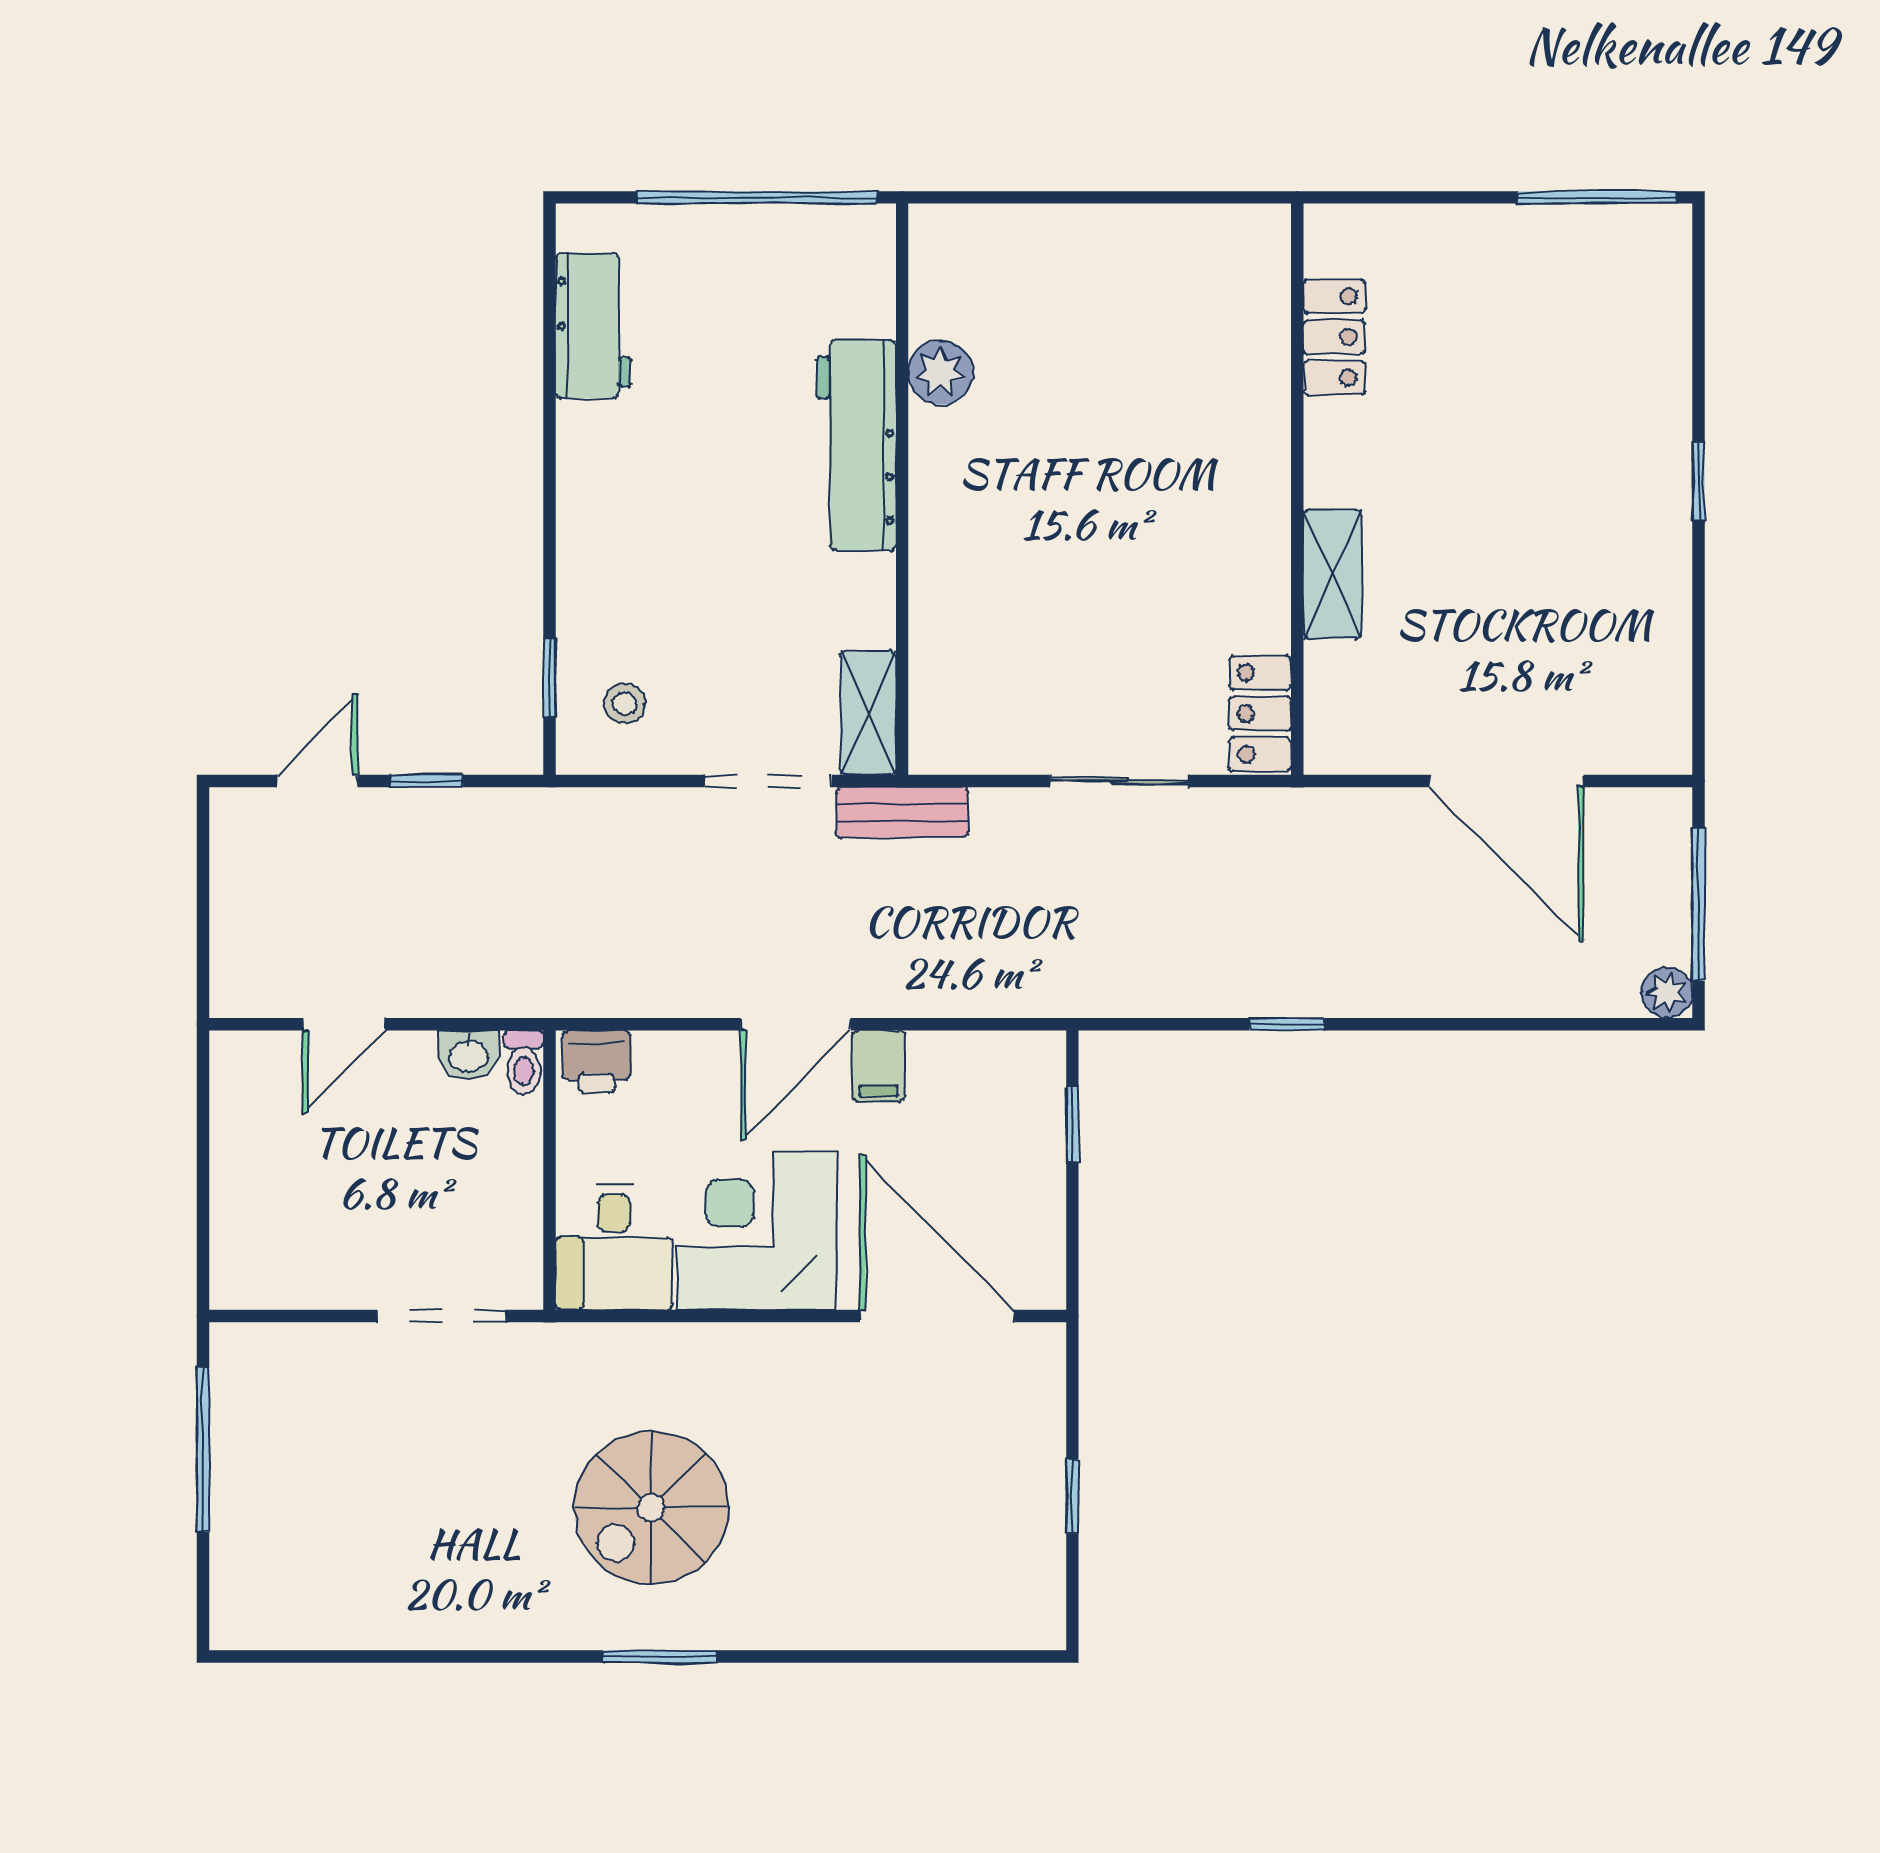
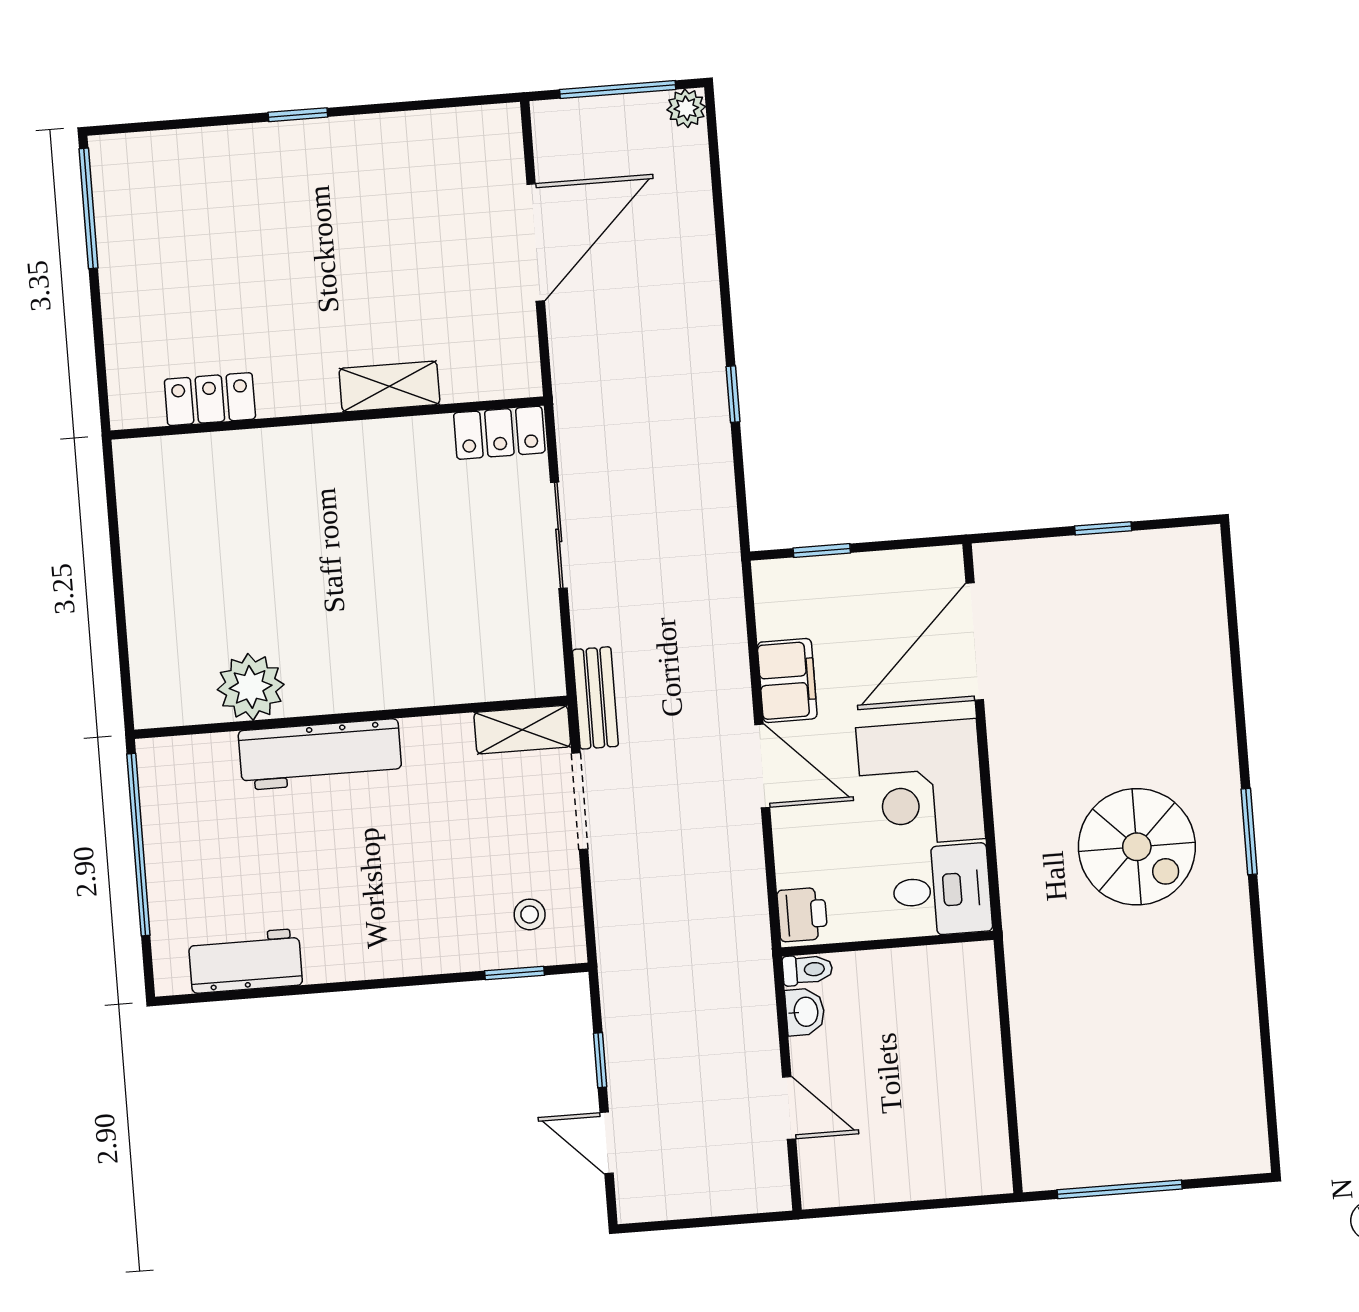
plant: (941, 373) -> (251, 687), width x1.36, depth x1.36
filing cabinet: (879, 1066) -> (787, 680), width x2.00
doorway: (442, 1316) -> (1004, 1016), removed

